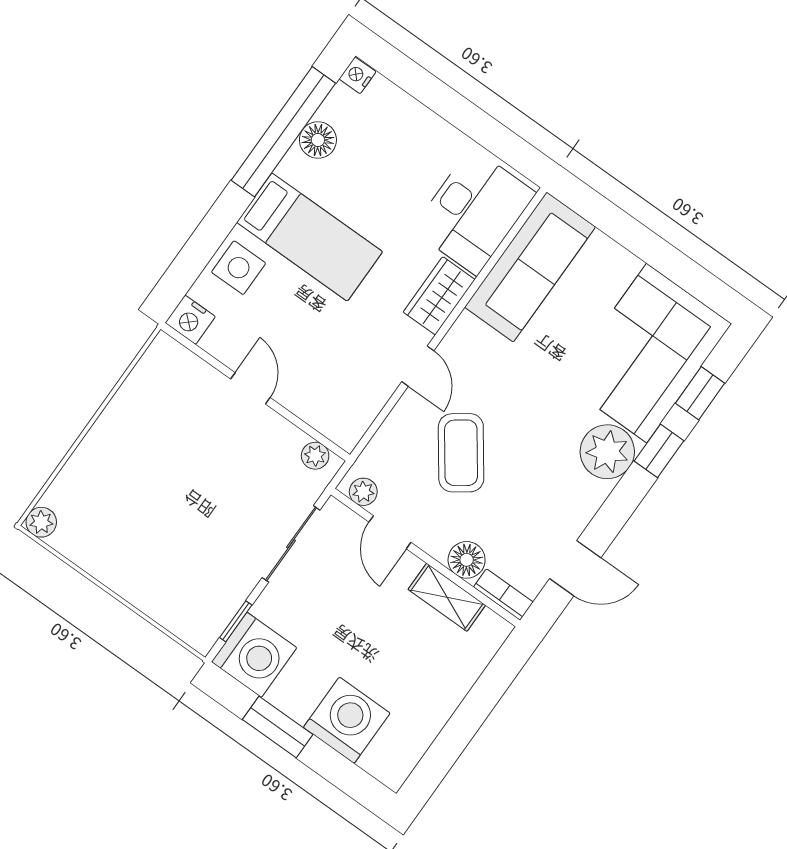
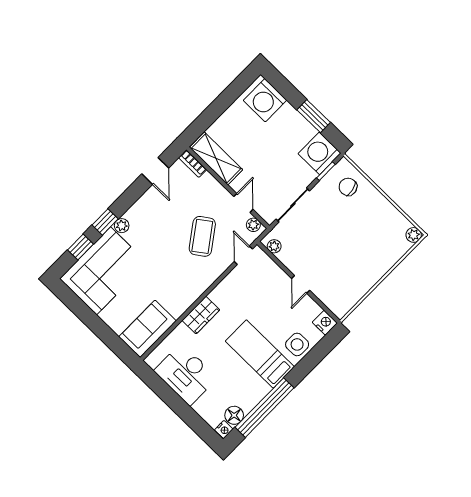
floor lamp: (318, 140) -> (234, 415), moved
desk: (474, 211) -> (186, 374), moved, turned -90
sofa: (530, 267) -> (148, 329), width x0.73
door: (418, 366) -> (243, 255), moved
plant: (607, 452) -> (122, 226), width x0.53, depth x0.53
floor lamp: (467, 560) -> (208, 183), removed
door: (575, 568) -> (155, 171), swing flipped
chair: (187, 597) -> (348, 187), added
shelving: (447, 597) -> (216, 158), width x1.50, depth x1.33
washing machine: (347, 720) -> (265, 100), moved

